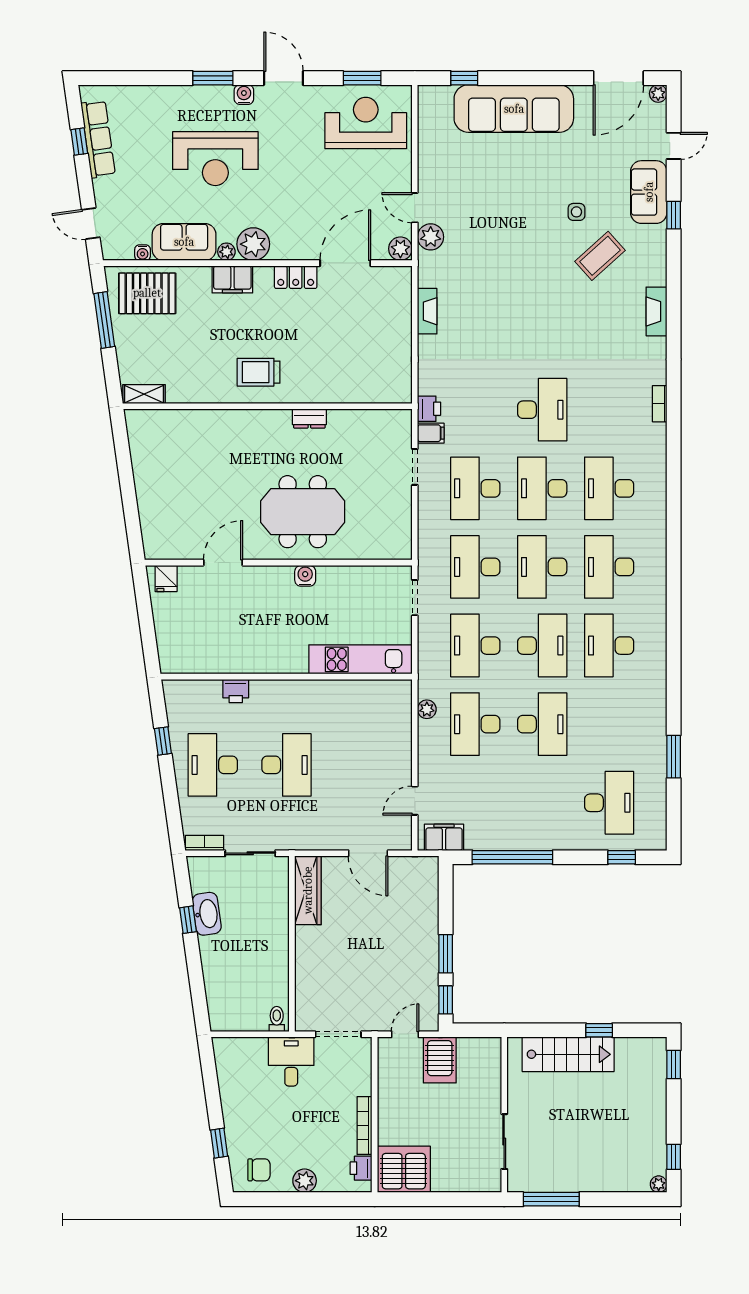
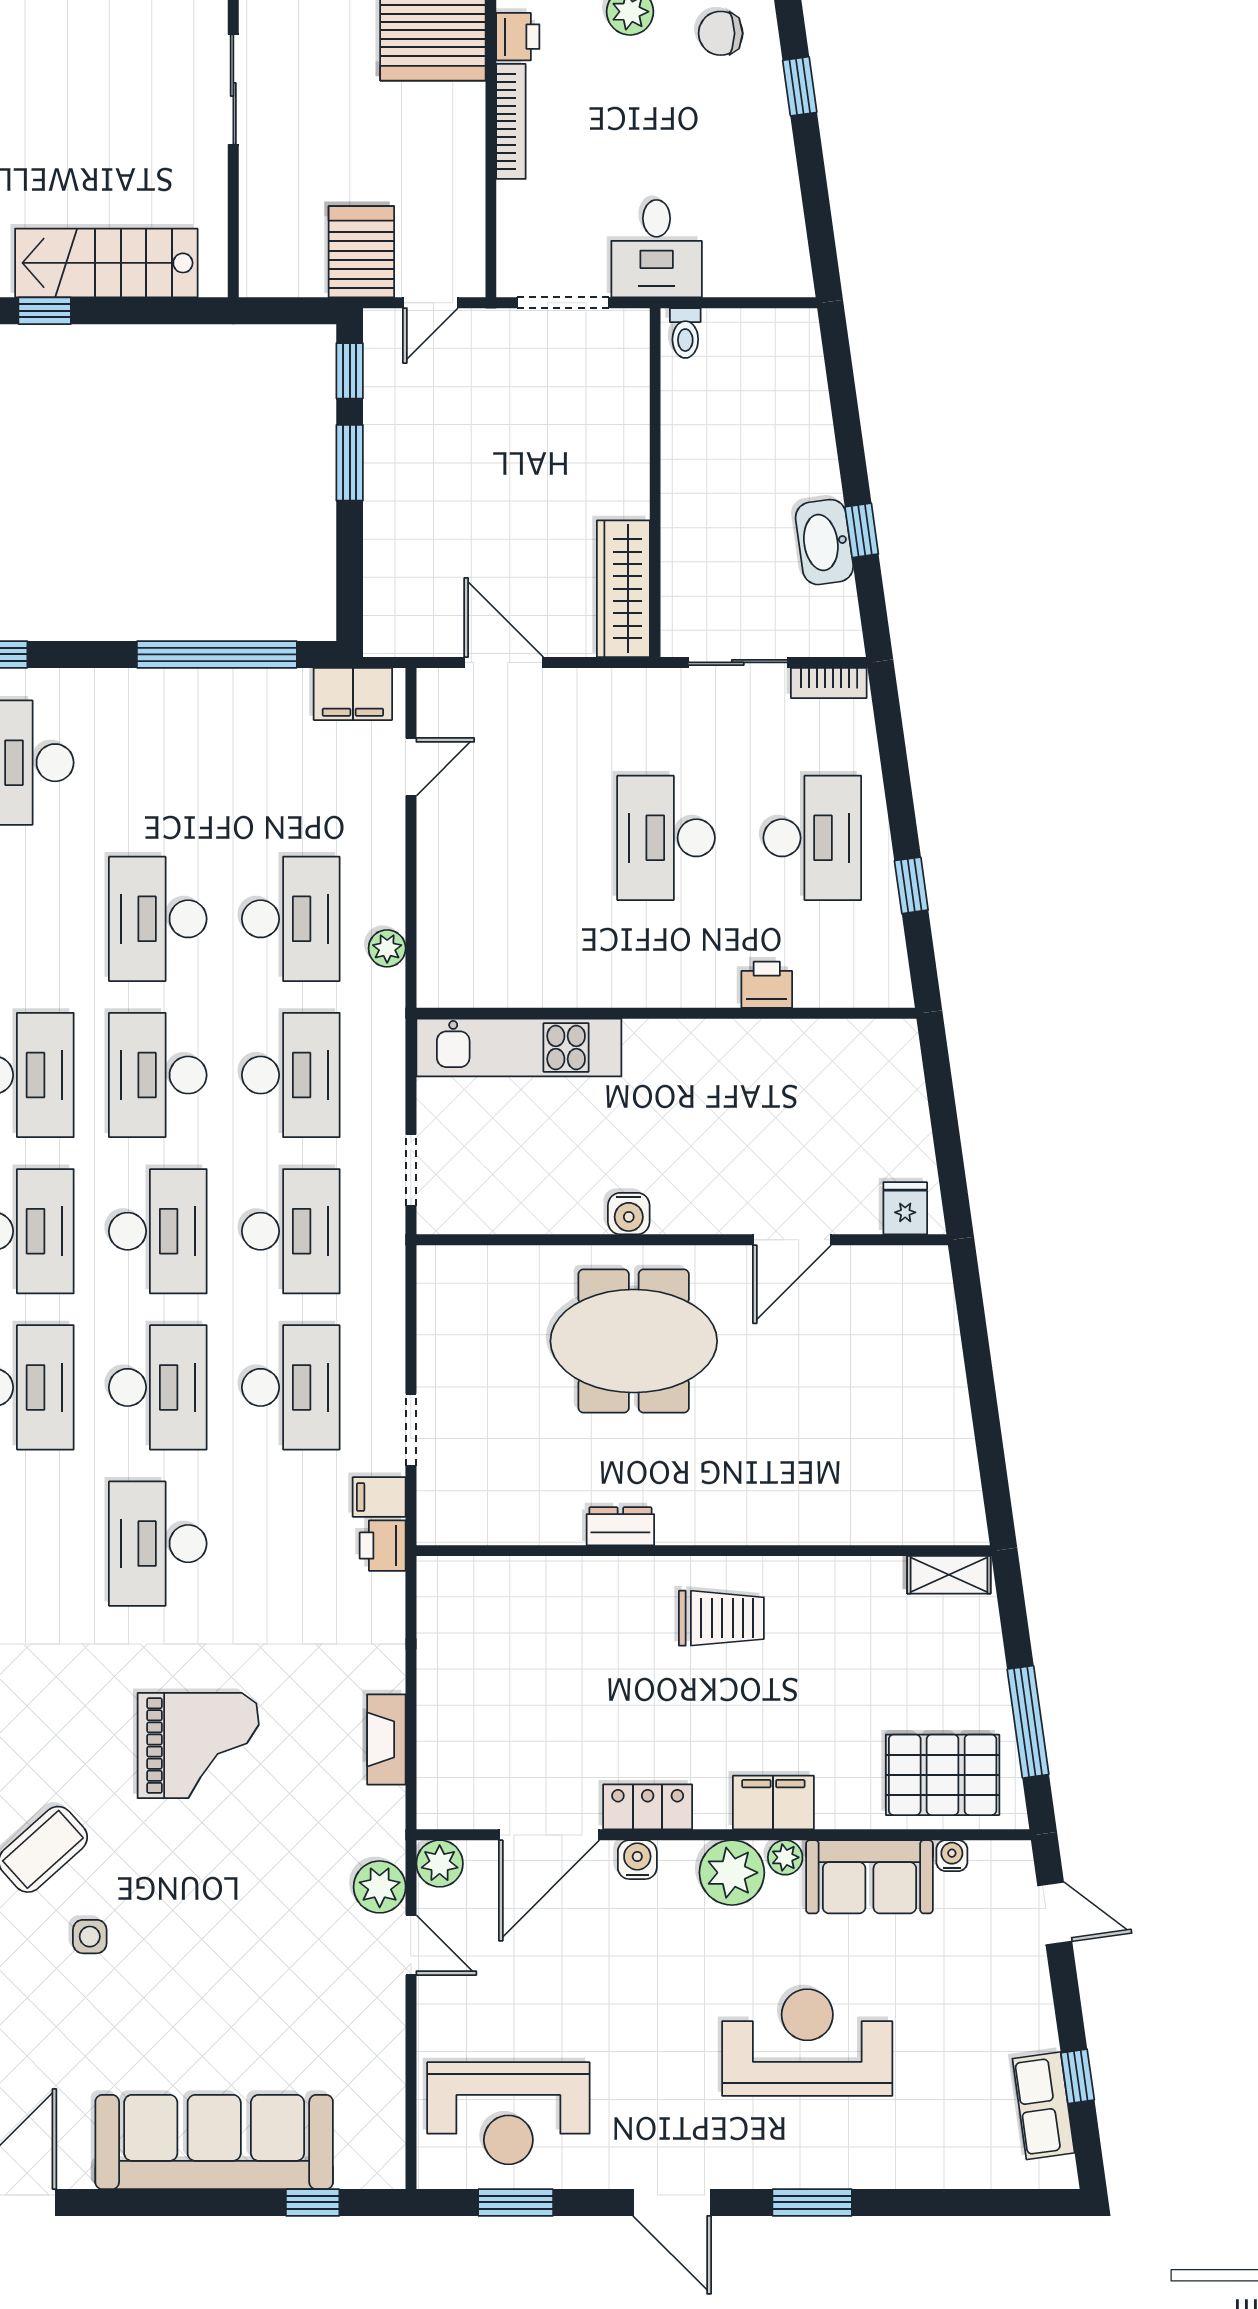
water cooler: (244, 95) -> (637, 1860), moved, turned 180
row of seats: (98, 139) -> (1044, 2106), width x0.68
grand piano: (522, 308) -> (198, 1746), added

